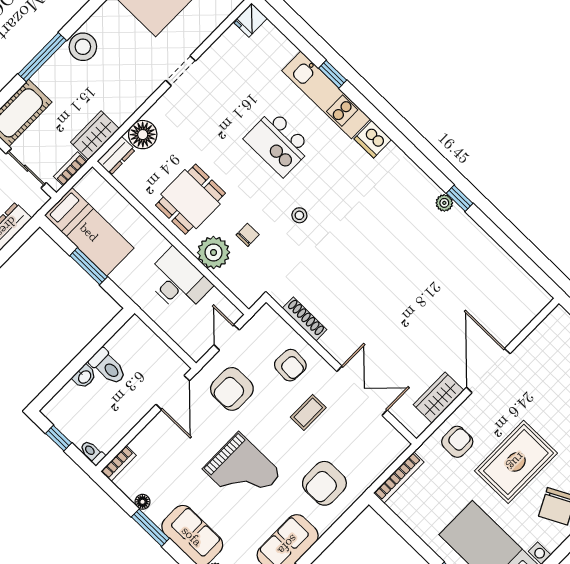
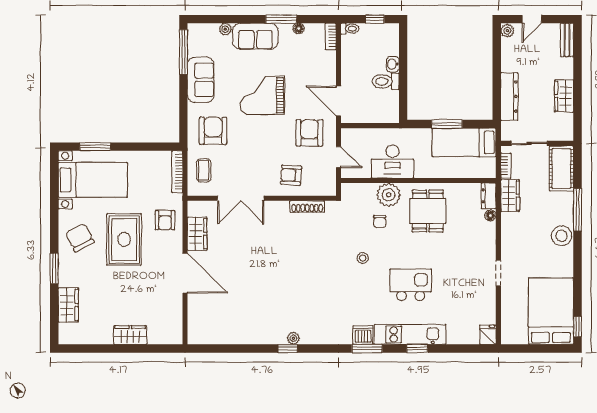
window: (382, 122) -> (367, 349), added
floor lamp: (143, 135) -> (490, 215), width x0.53, depth x0.53
coffee table: (308, 412) -> (204, 170), moved

